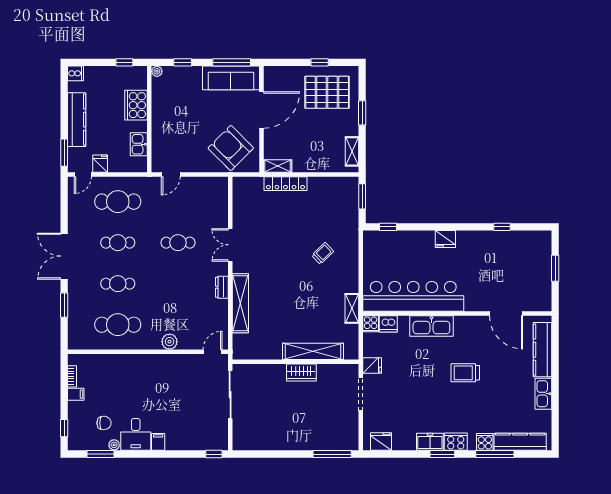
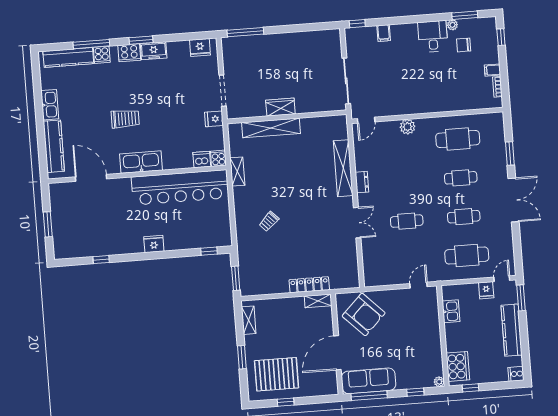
cooker: (136, 105) -> (458, 366), moved
kitchen sink: (431, 326) -> (141, 162), moved
filing cabinet: (158, 442) -> (384, 33), moved

